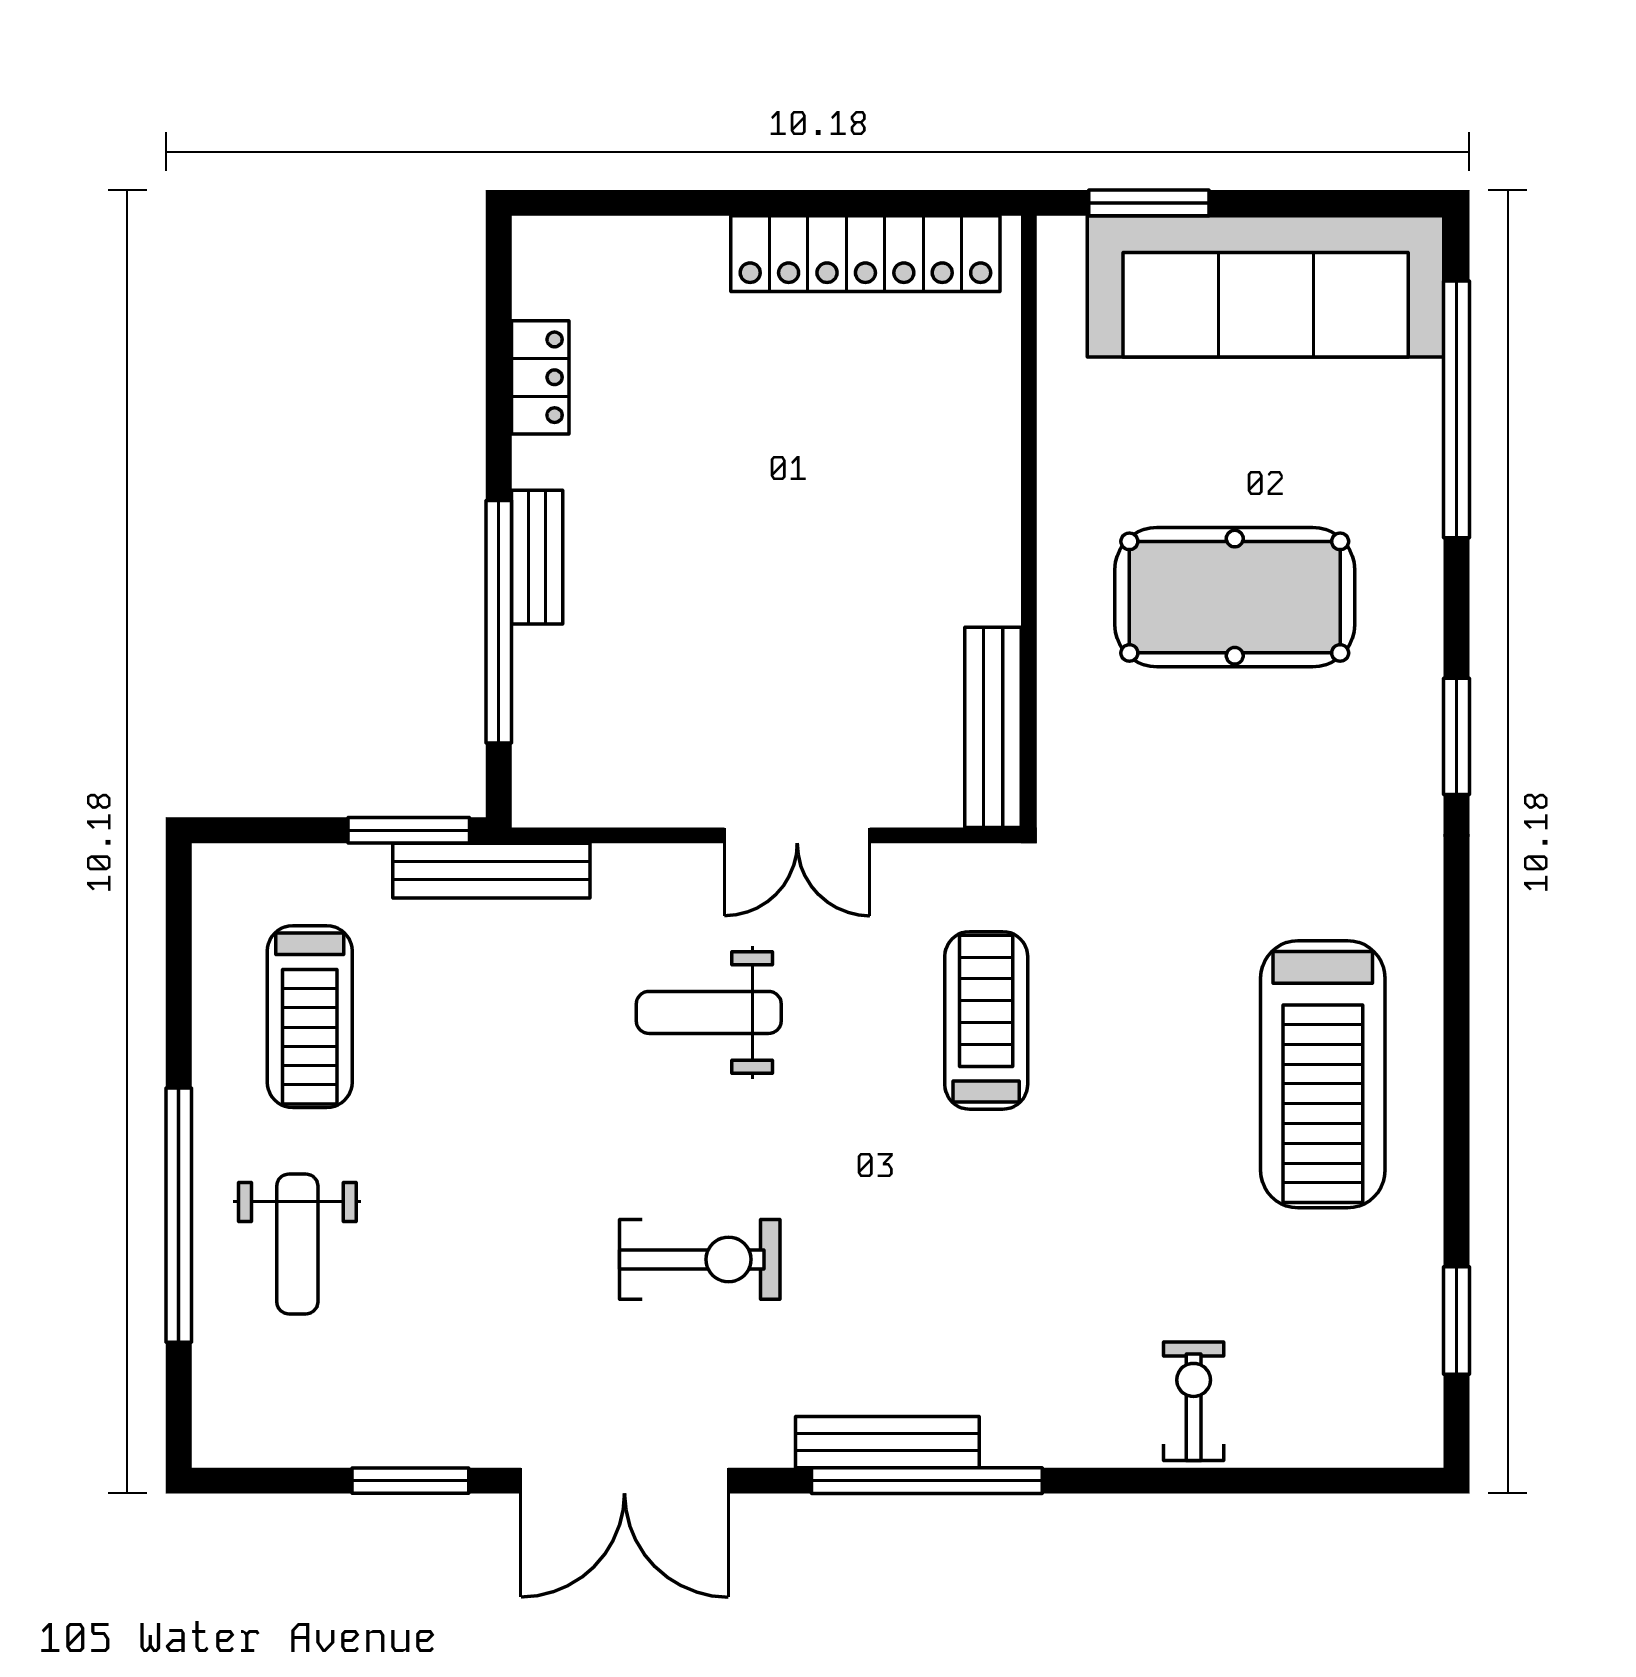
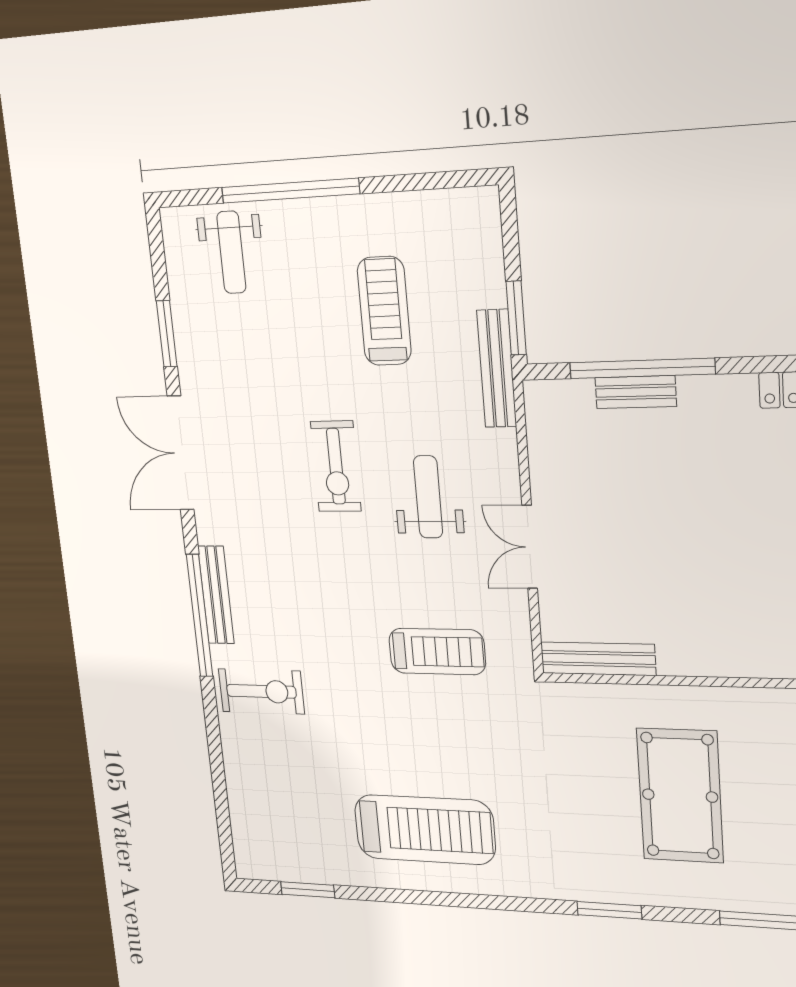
bench: (537, 557) -> (636, 392), moved
treadmill: (310, 1017) -> (384, 311), moved, turned 90
treadmill: (1323, 1074) -> (425, 830), turned 180
weight bench: (297, 1244) -> (231, 252), moved, turned -90
exercise bike: (700, 1259) -> (336, 466), moved
exercise bike: (1194, 1401) -> (261, 691), moved, width x1.38, depth x1.39

